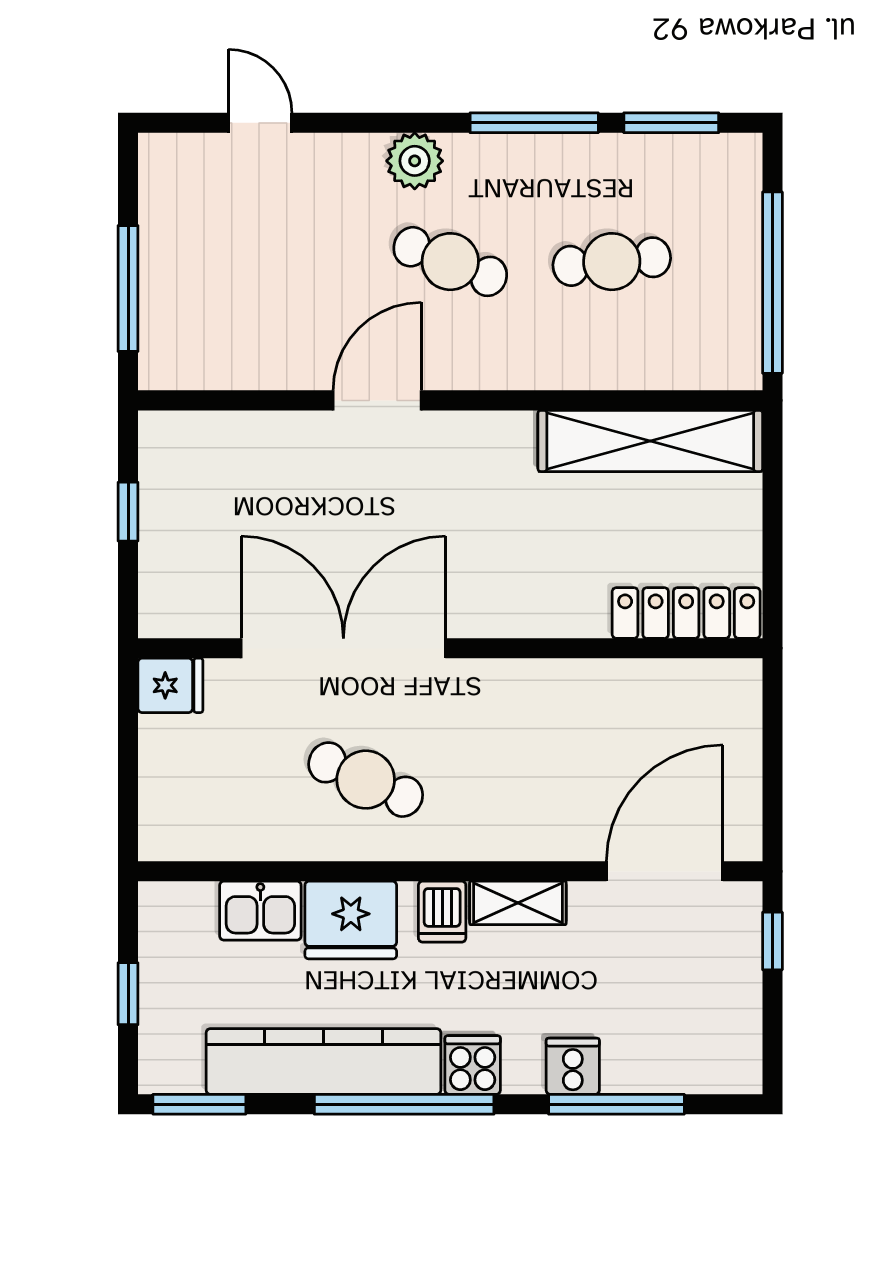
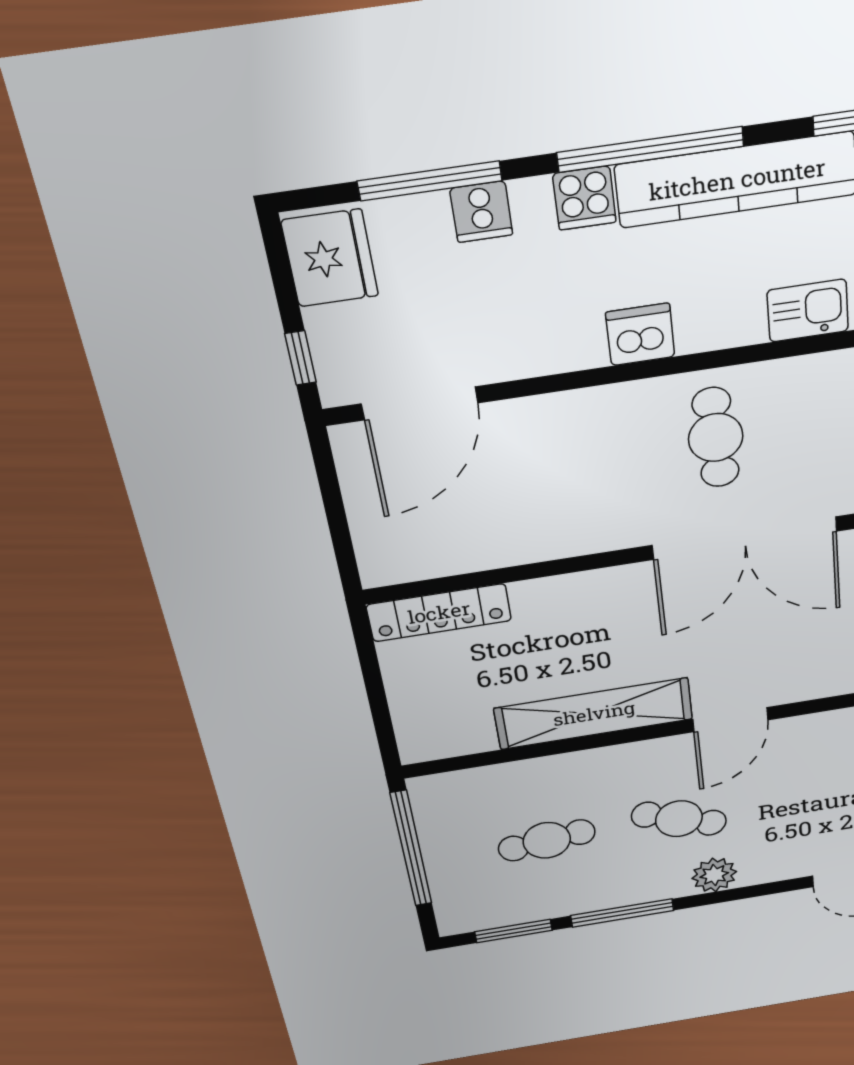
shelving: (650, 441) -> (594, 714), moved
cafe table: (366, 780) -> (716, 438), turned 64
shelving: (518, 903) -> (559, 355), removed
dishwasher: (442, 912) -> (640, 335), width x1.38
fridge: (351, 920) -> (330, 258), moved, turned 90

